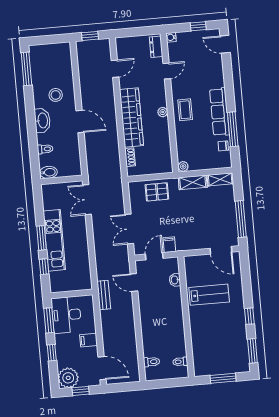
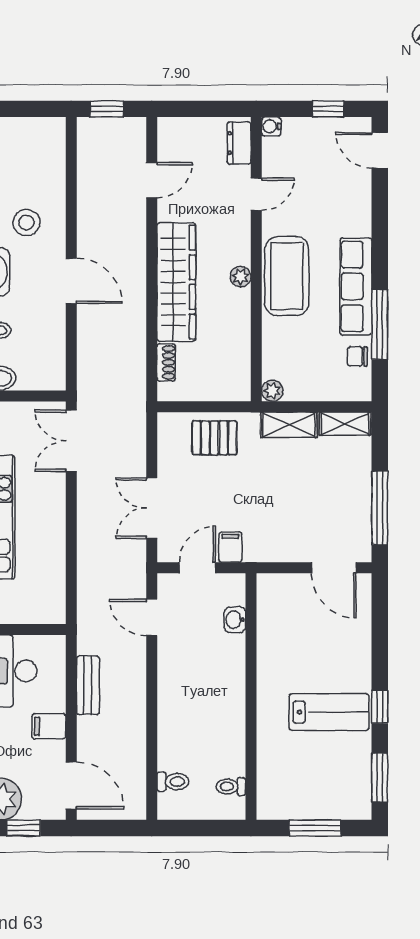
coffee table: (185, 110) -> (287, 276), width x1.86, depth x1.72
bench: (104, 295) -> (88, 685), moved
lab bench: (209, 295) -> (329, 712), moved

